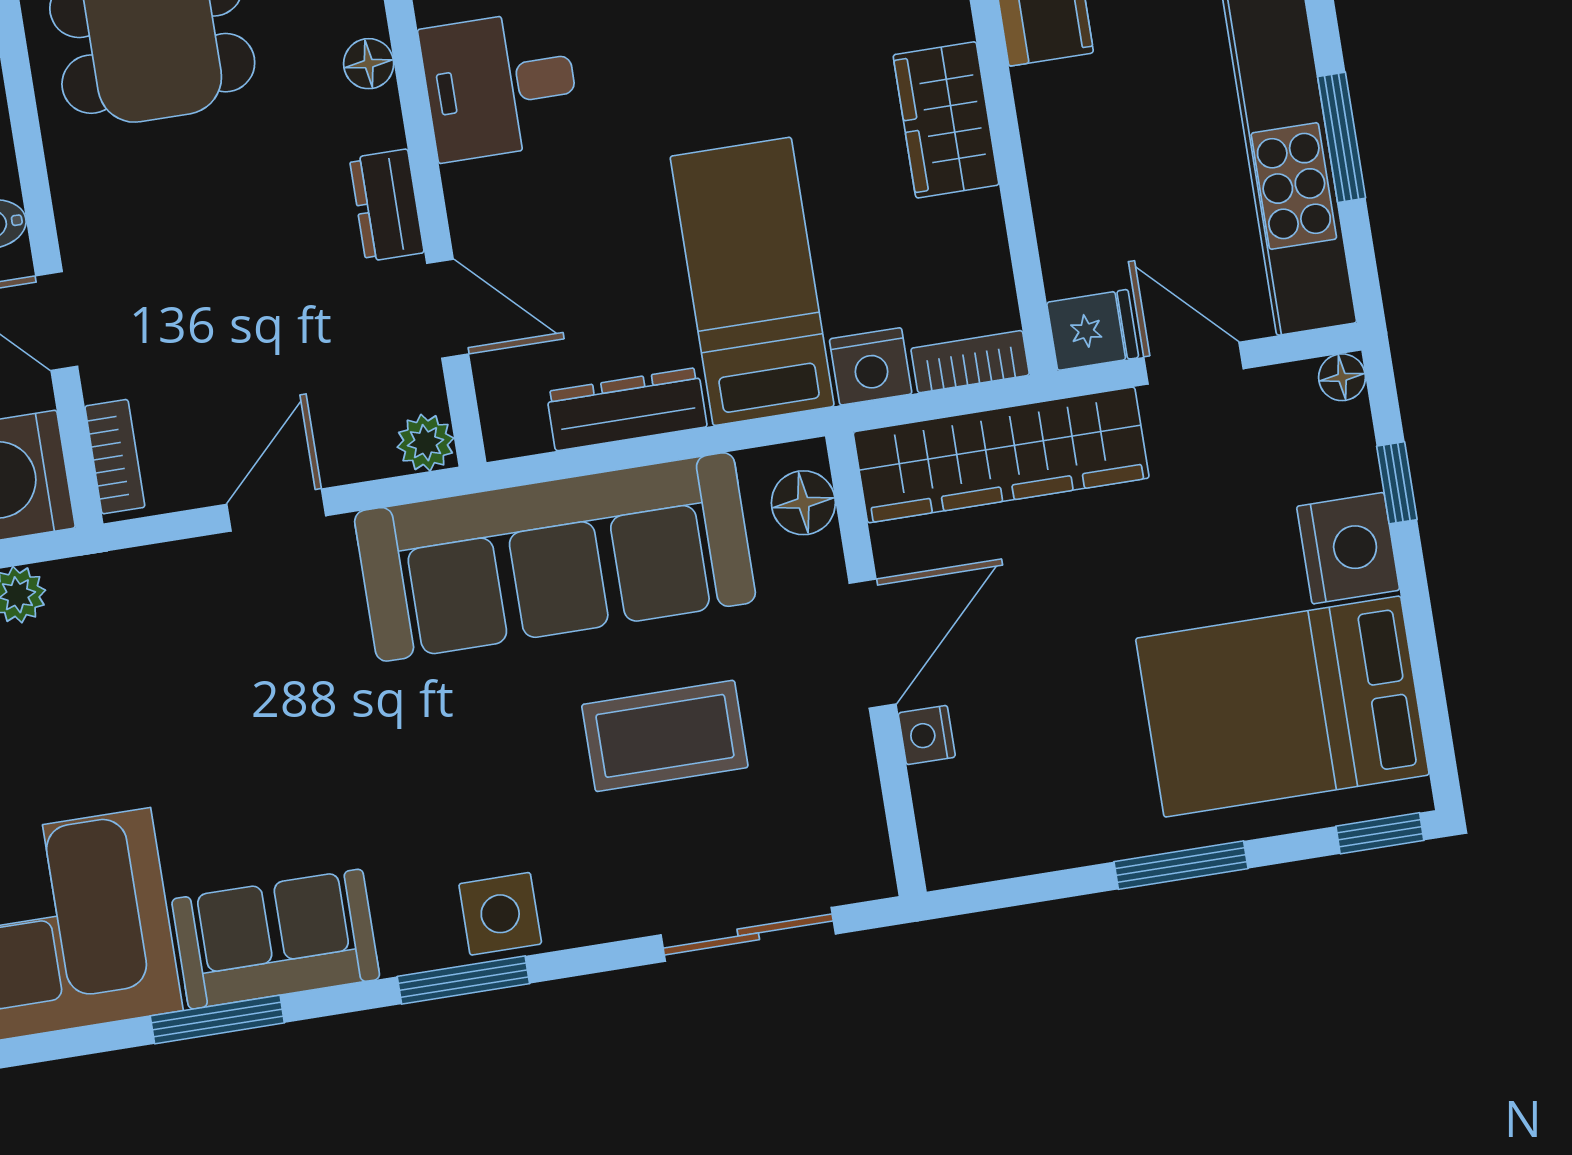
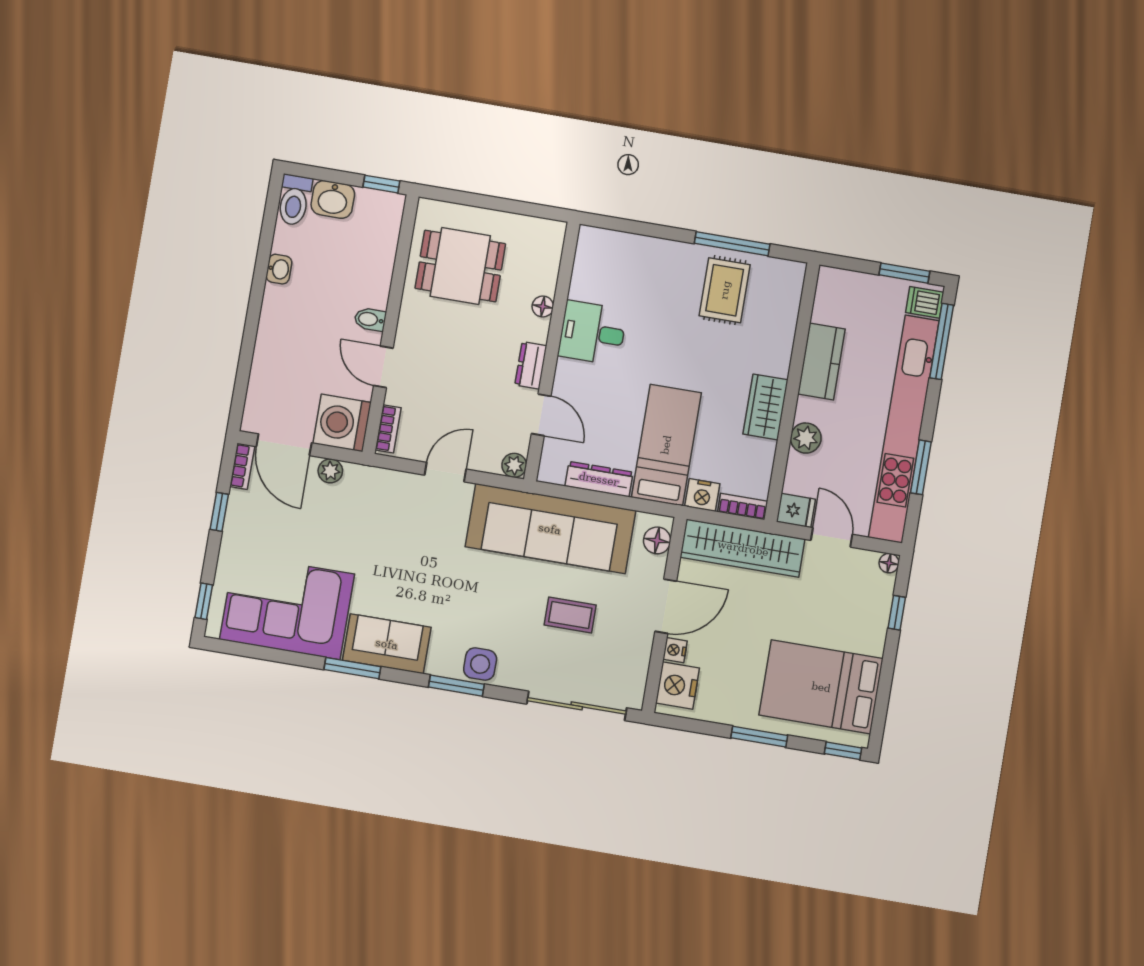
plant: (1060, 159) -> (806, 438), added
nightstand: (1348, 548) -> (677, 685), moved, turned 180
coffee table: (665, 736) -> (570, 615), width x0.73, depth x0.77
sliding door: (748, 934) -> (577, 706), width x1.37

